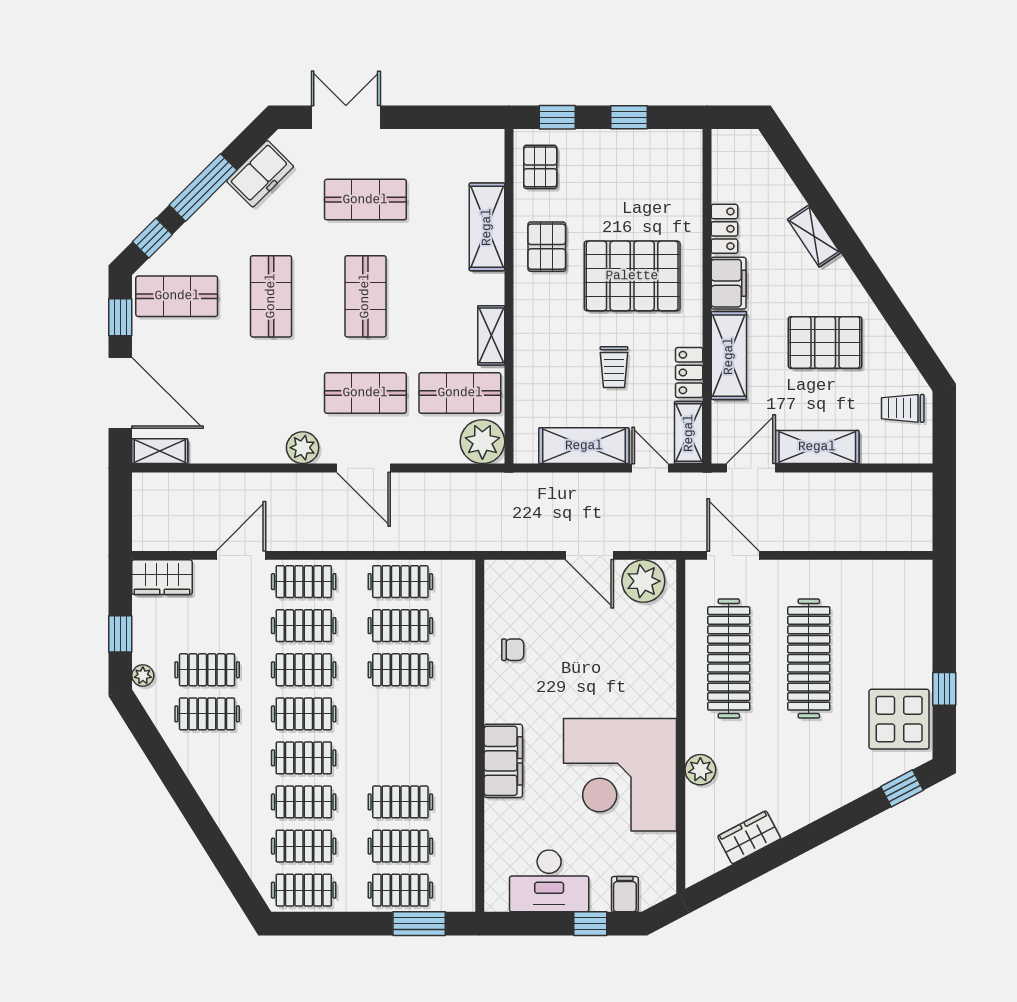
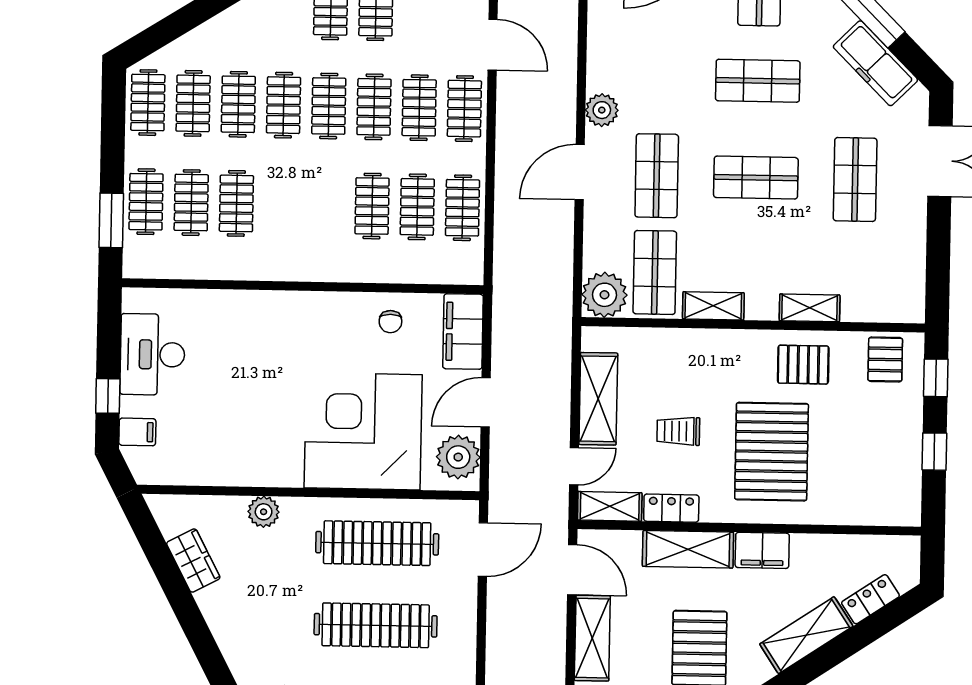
pallet: (540, 167) -> (885, 359), turned 90
freezer: (260, 174) -> (875, 63), width x1.40
shelving: (487, 227) -> (810, 308), width x0.67, depth x0.75
locker: (724, 229) -> (870, 599), moved, turned 146
shelving: (814, 236) -> (806, 635), width x1.50, depth x1.33
filing cabinet: (503, 761) -> (463, 332), moved, turned 90
corner desk: (620, 775) -> (363, 431), moved

